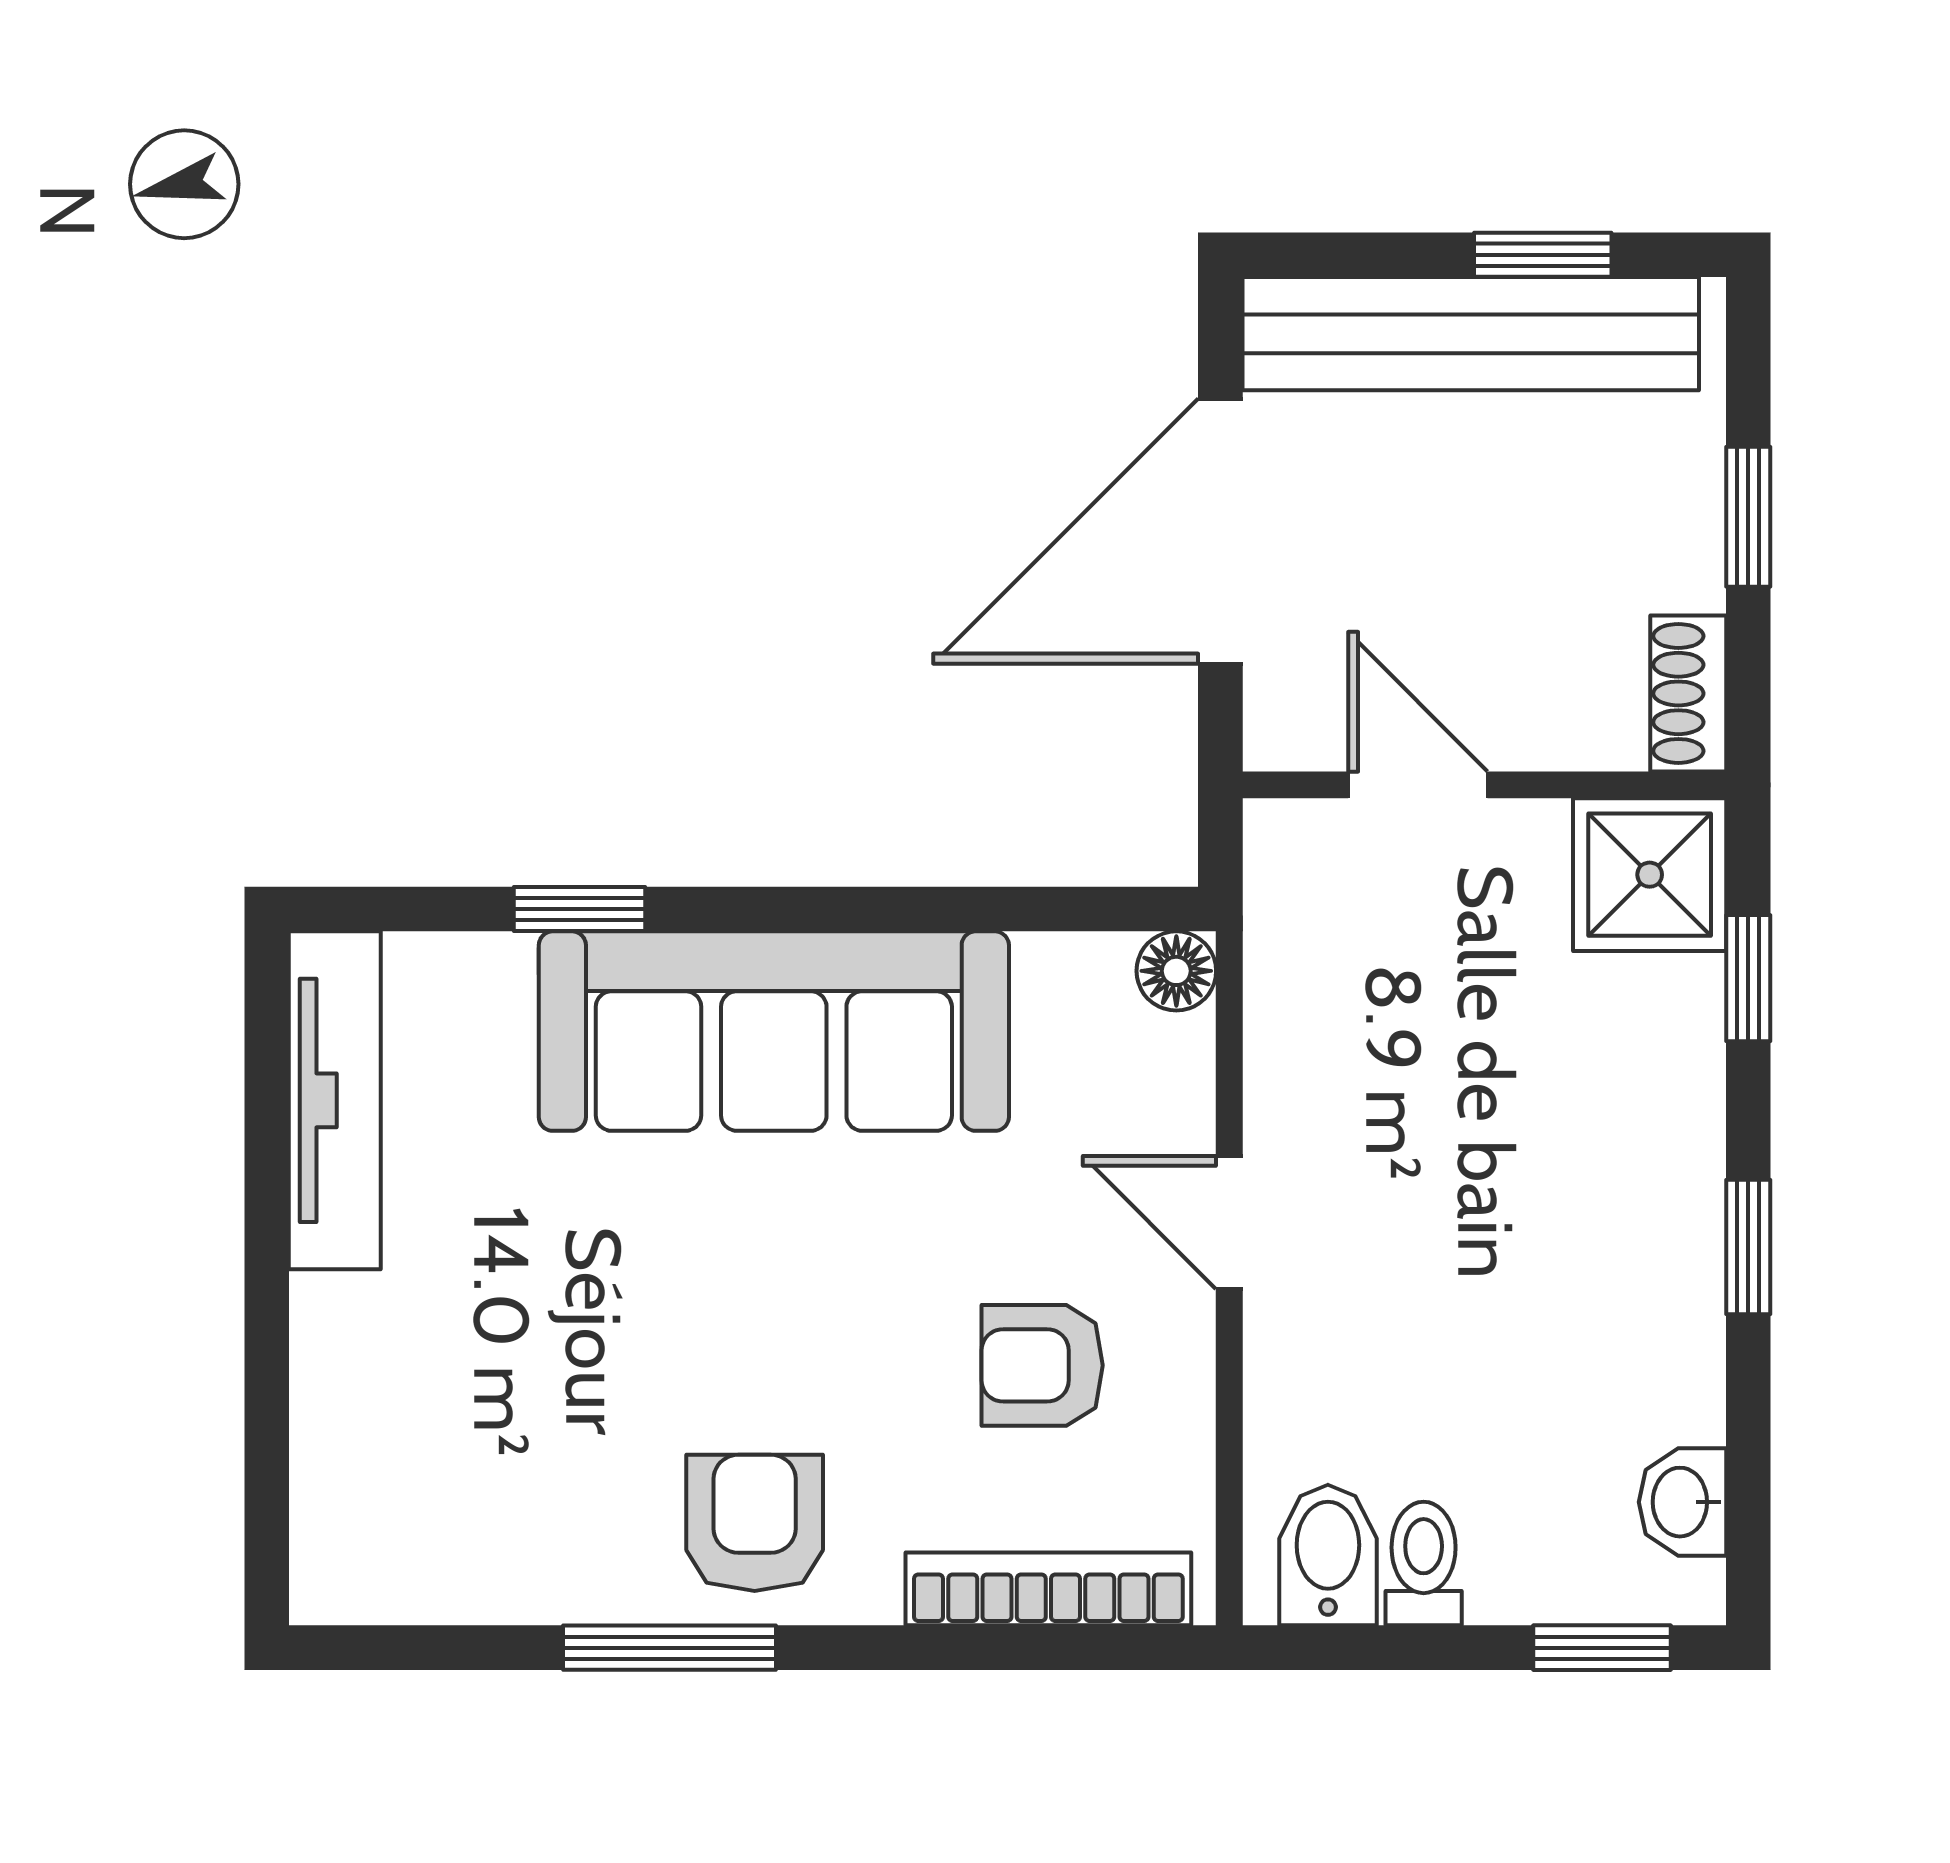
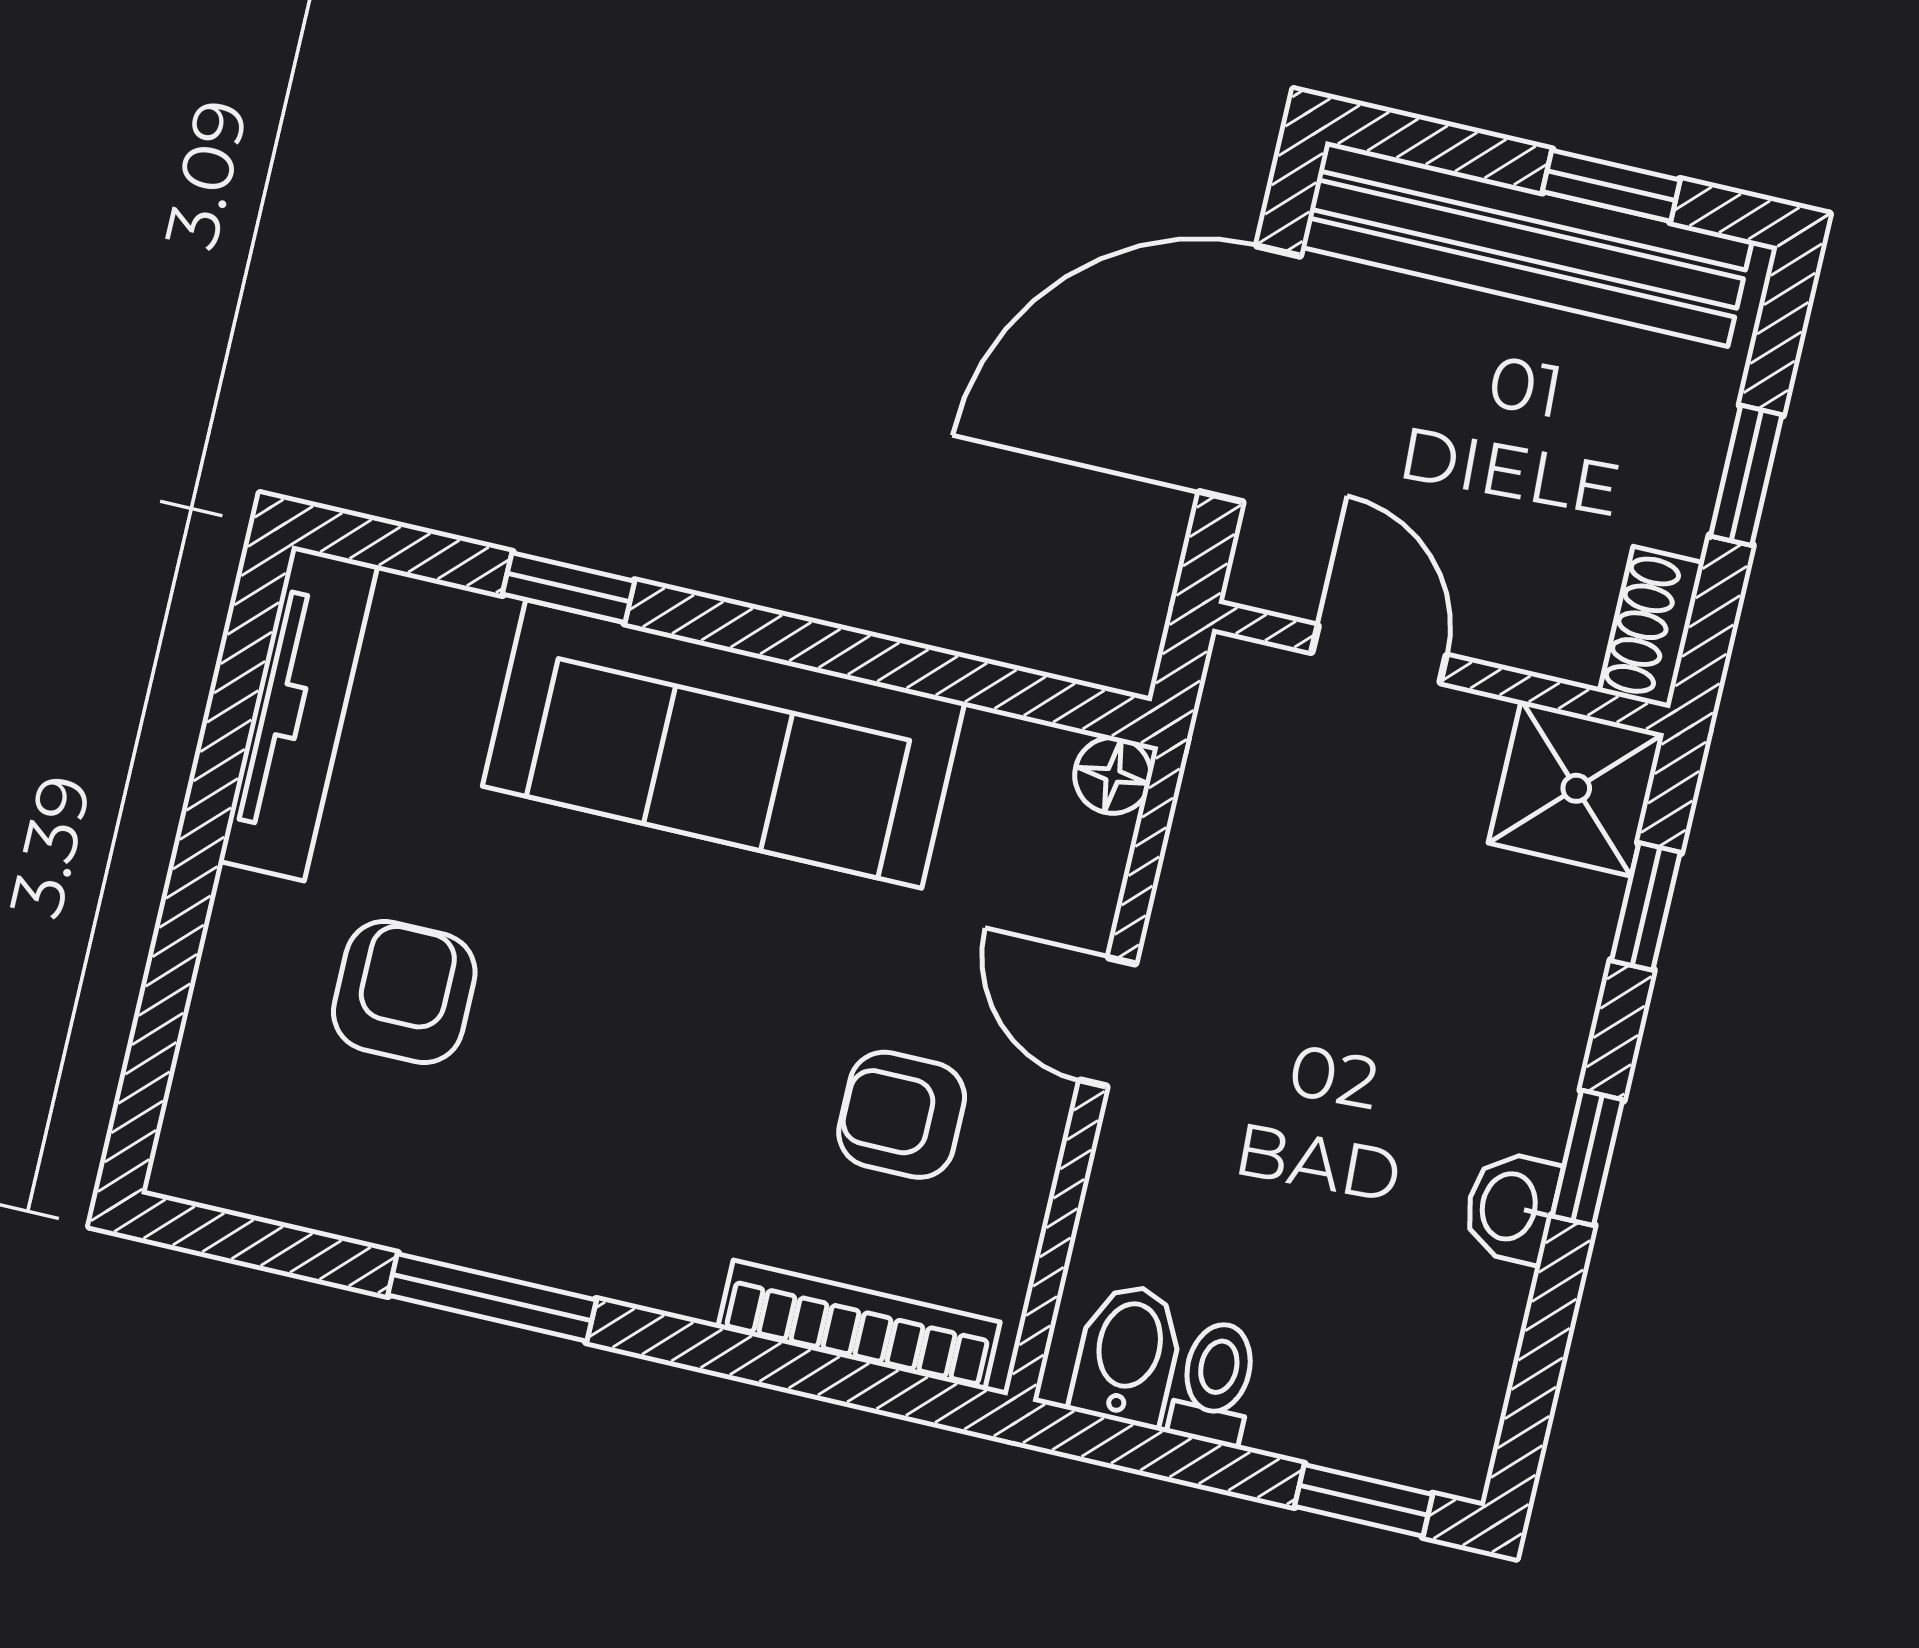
washbasin: (1683, 1502) -> (1511, 1207), moved
armchair: (755, 1523) -> (404, 992), moved

